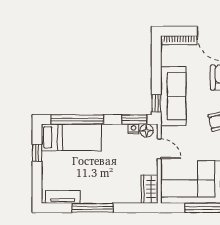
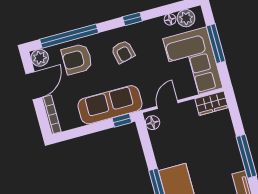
window: (134, 120) -> (145, 138), removed
nightstand: (133, 129) -> (154, 136), removed

